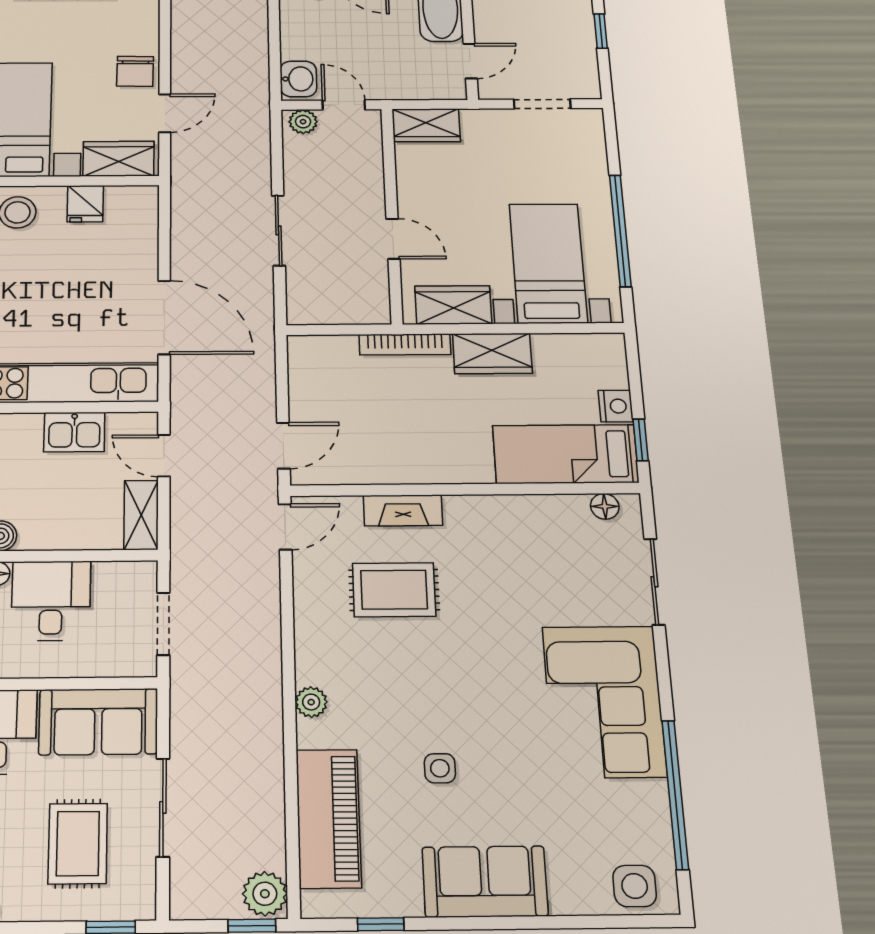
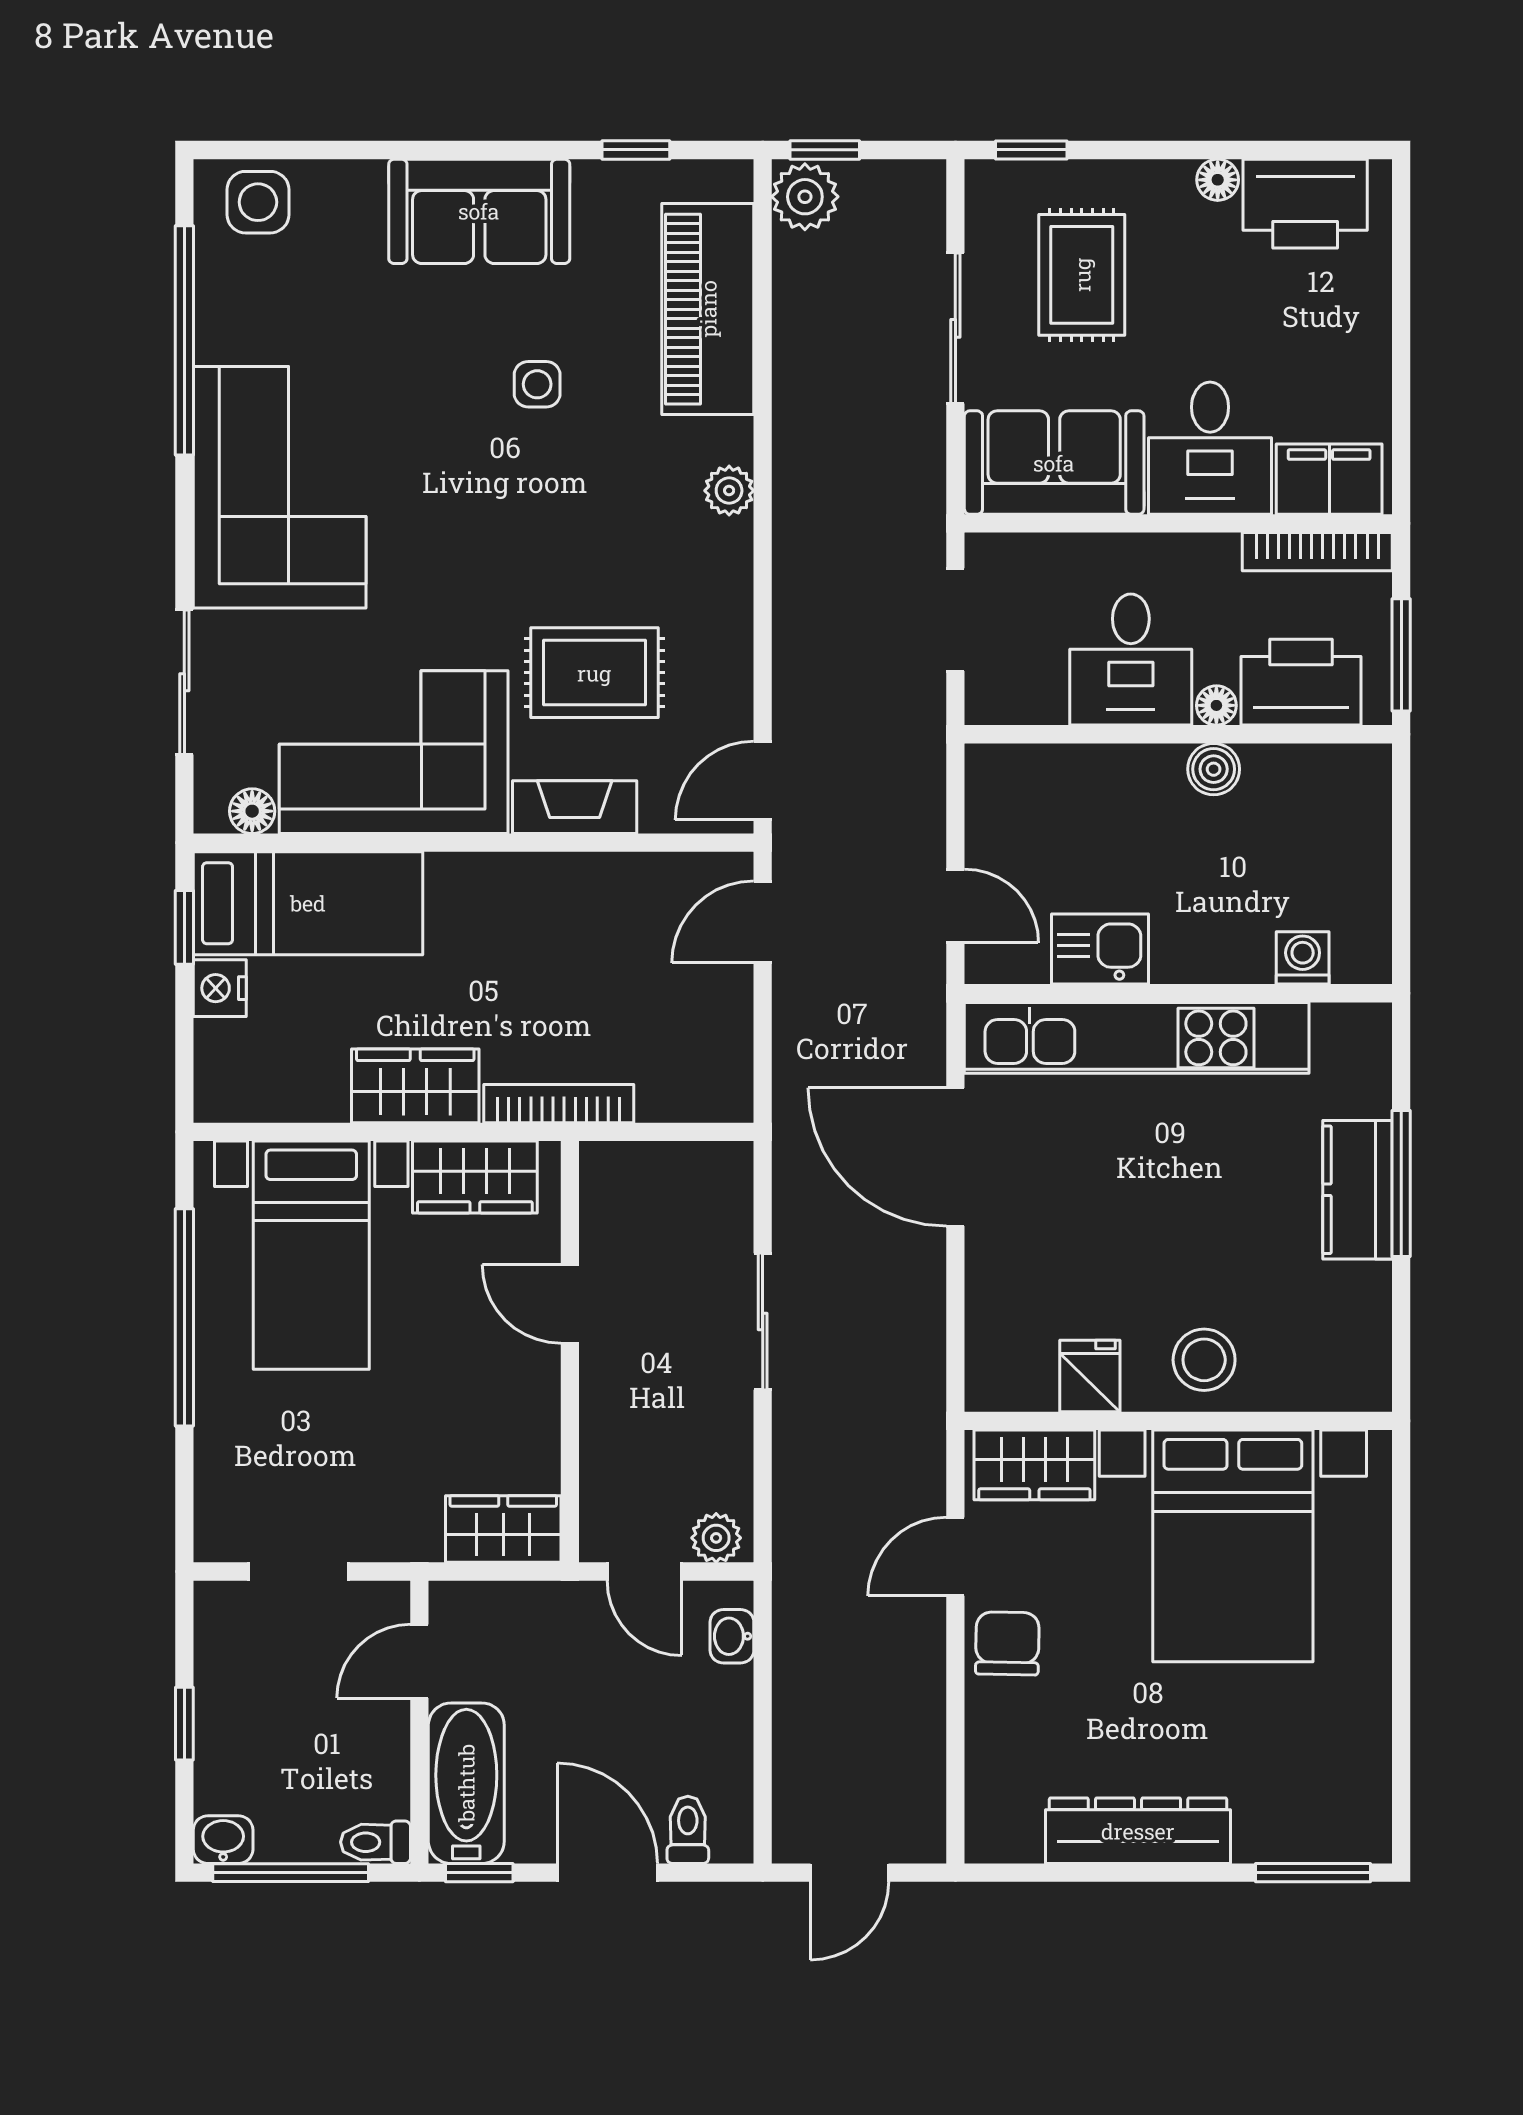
washbasin: (298, 79) -> (732, 1636), width x0.72, depth x0.69
shelving: (141, 515) -> (991, 803), removed
corner sofa: (519, 541) -> (394, 752), added

